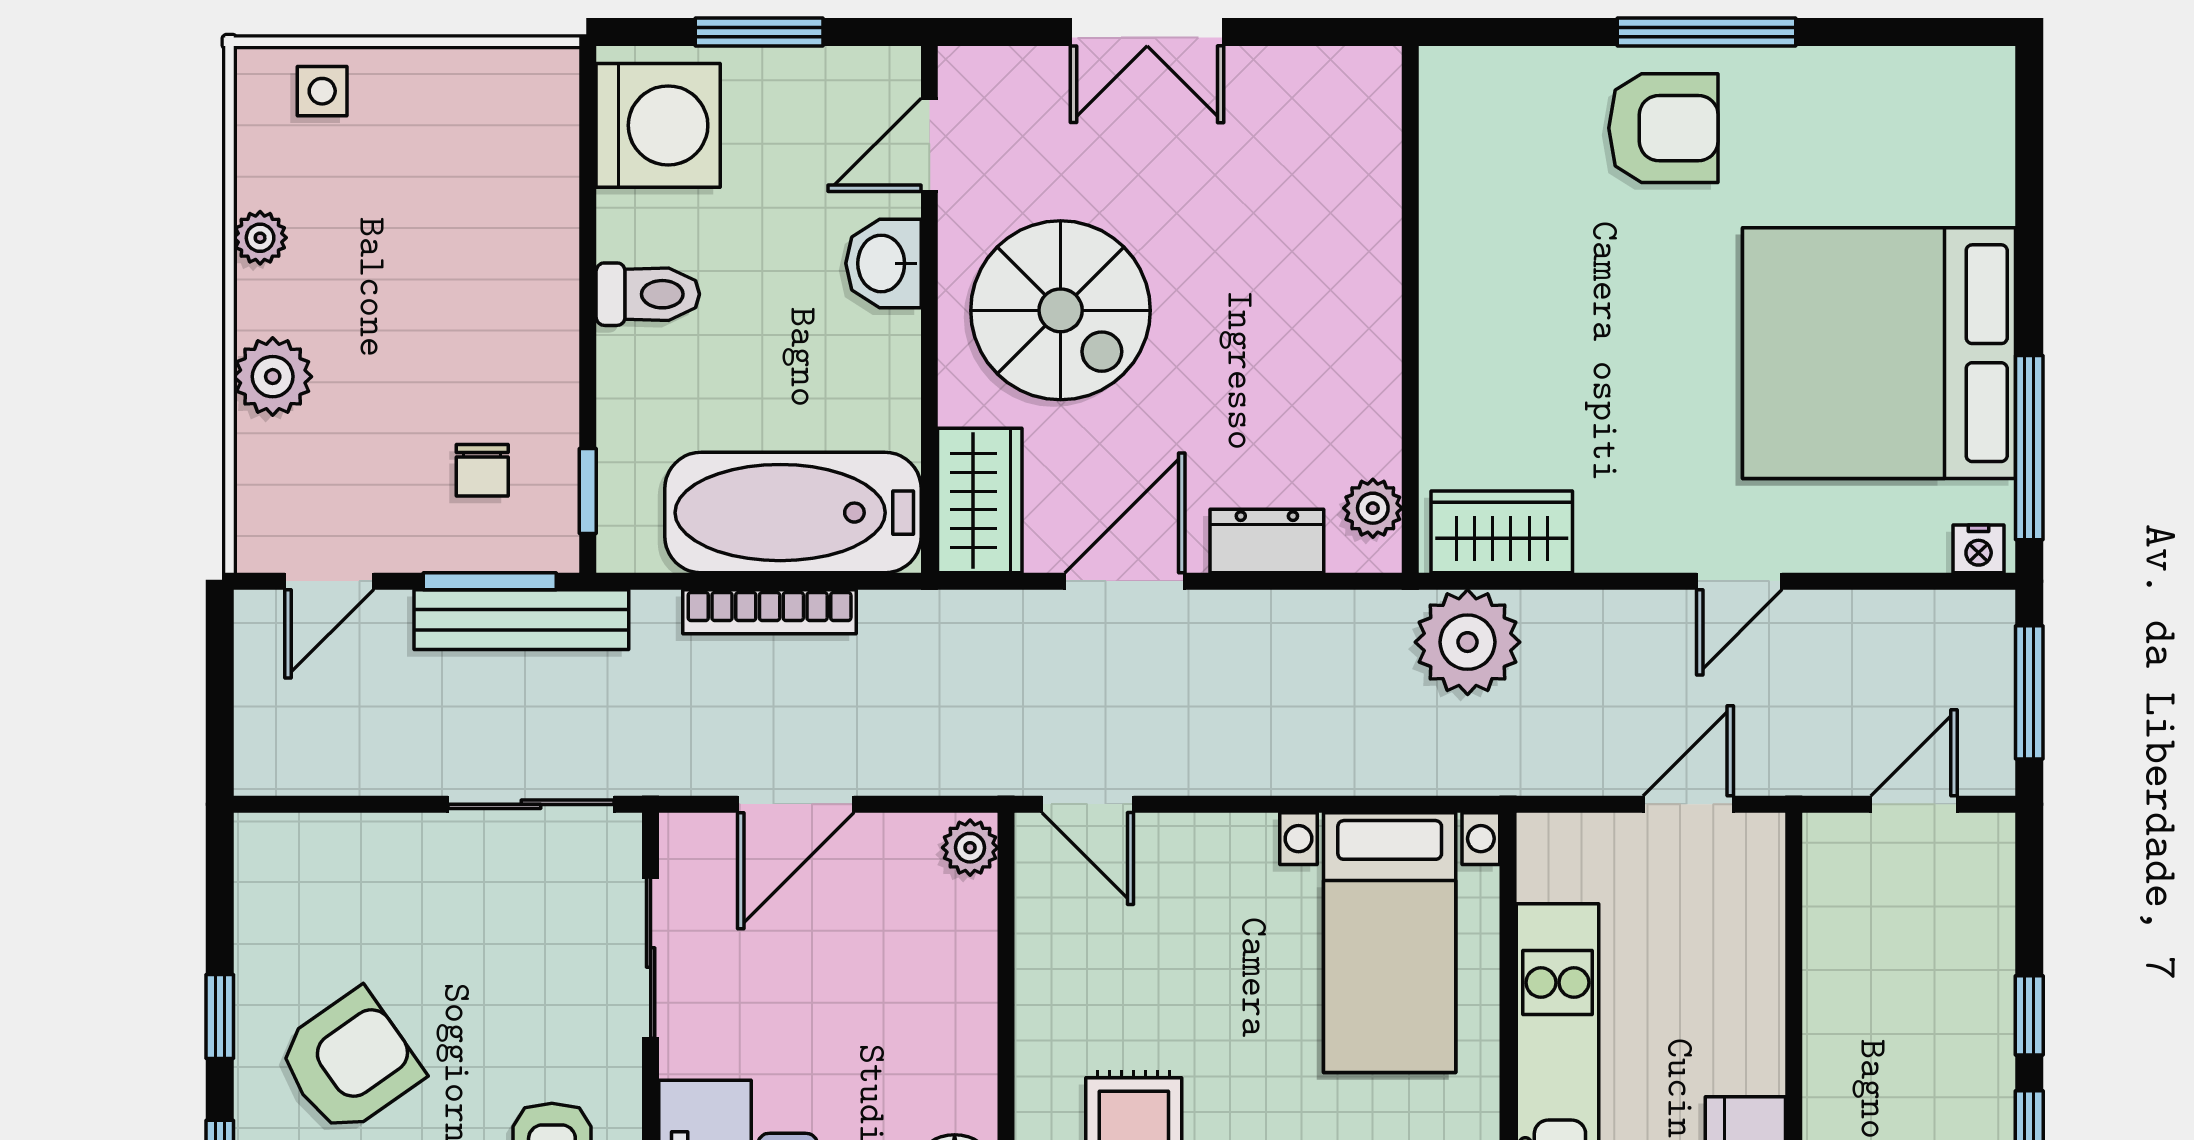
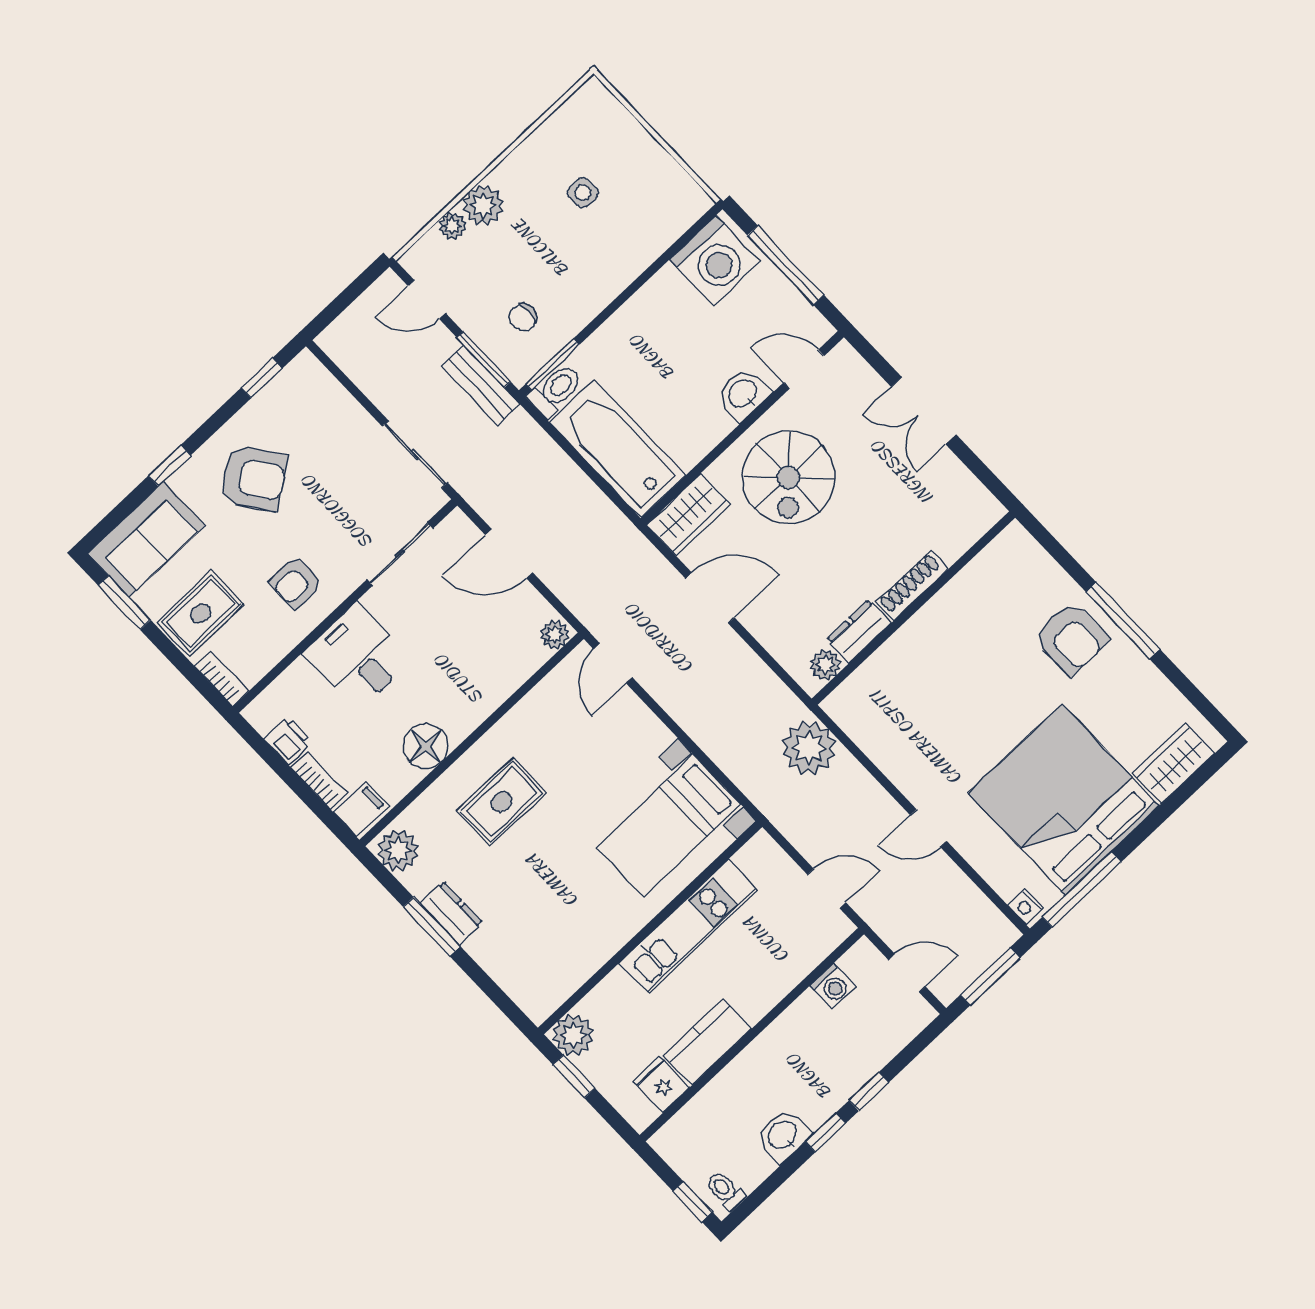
window: (759, 32) -> (786, 265), width x1.44
side table: (322, 91) -> (583, 193), moved
plant: (260, 238) -> (452, 226), moved
shoe rack: (1377, 281) -> (912, 586), added
toilet: (648, 294) -> (555, 390), moved, turned -90
window: (588, 491) -> (553, 364), width x1.50
wardrobe: (1502, 532) -> (1173, 763), moved, turned -90
dresser: (1267, 541) -> (859, 631), moved, turned -90
bookcase: (770, 612) -> (572, 475), removed
bench: (521, 620) -> (481, 385), width x0.73
washing machine: (1834, 926) -> (833, 986), added
window: (220, 1017) -> (262, 378), moved

